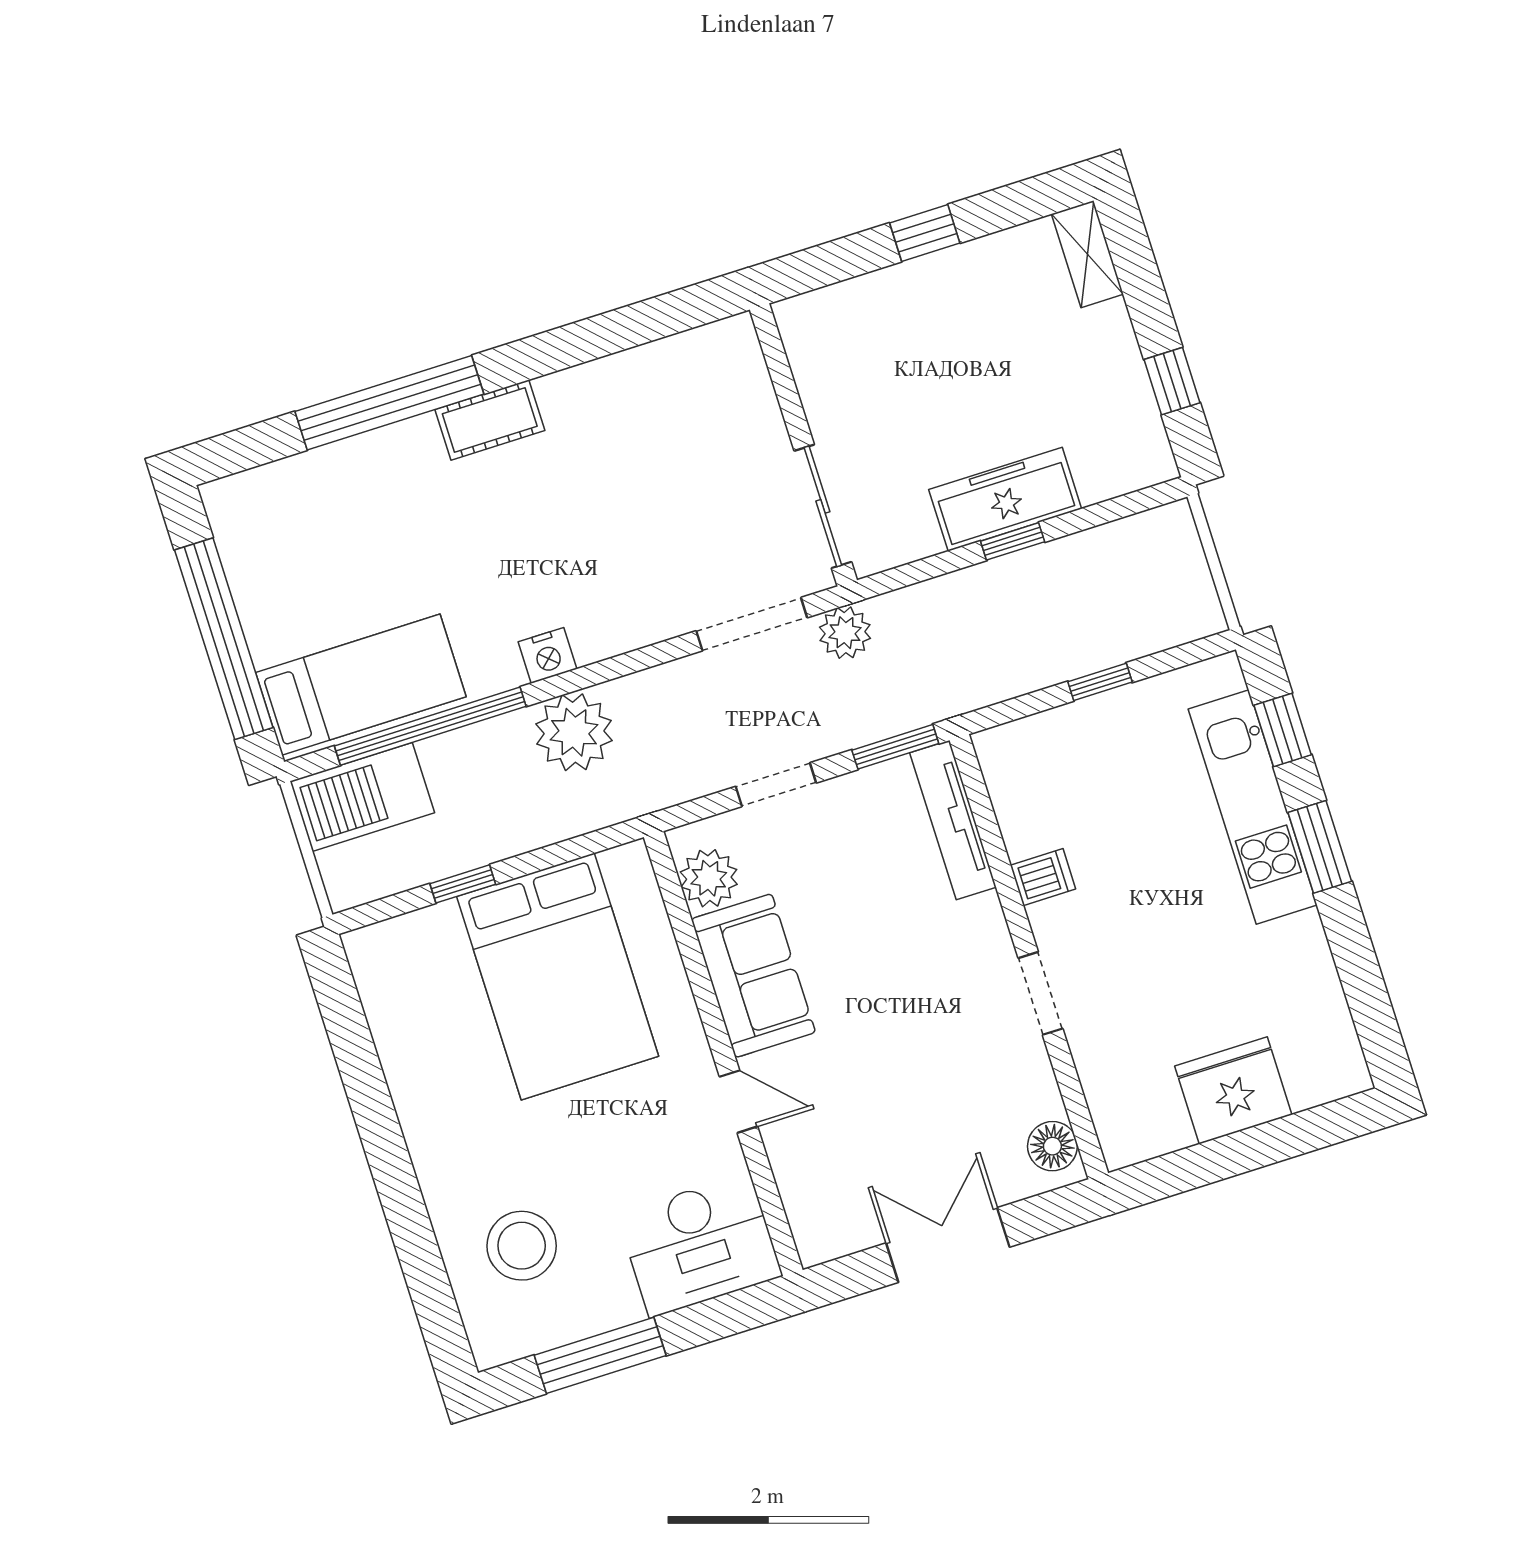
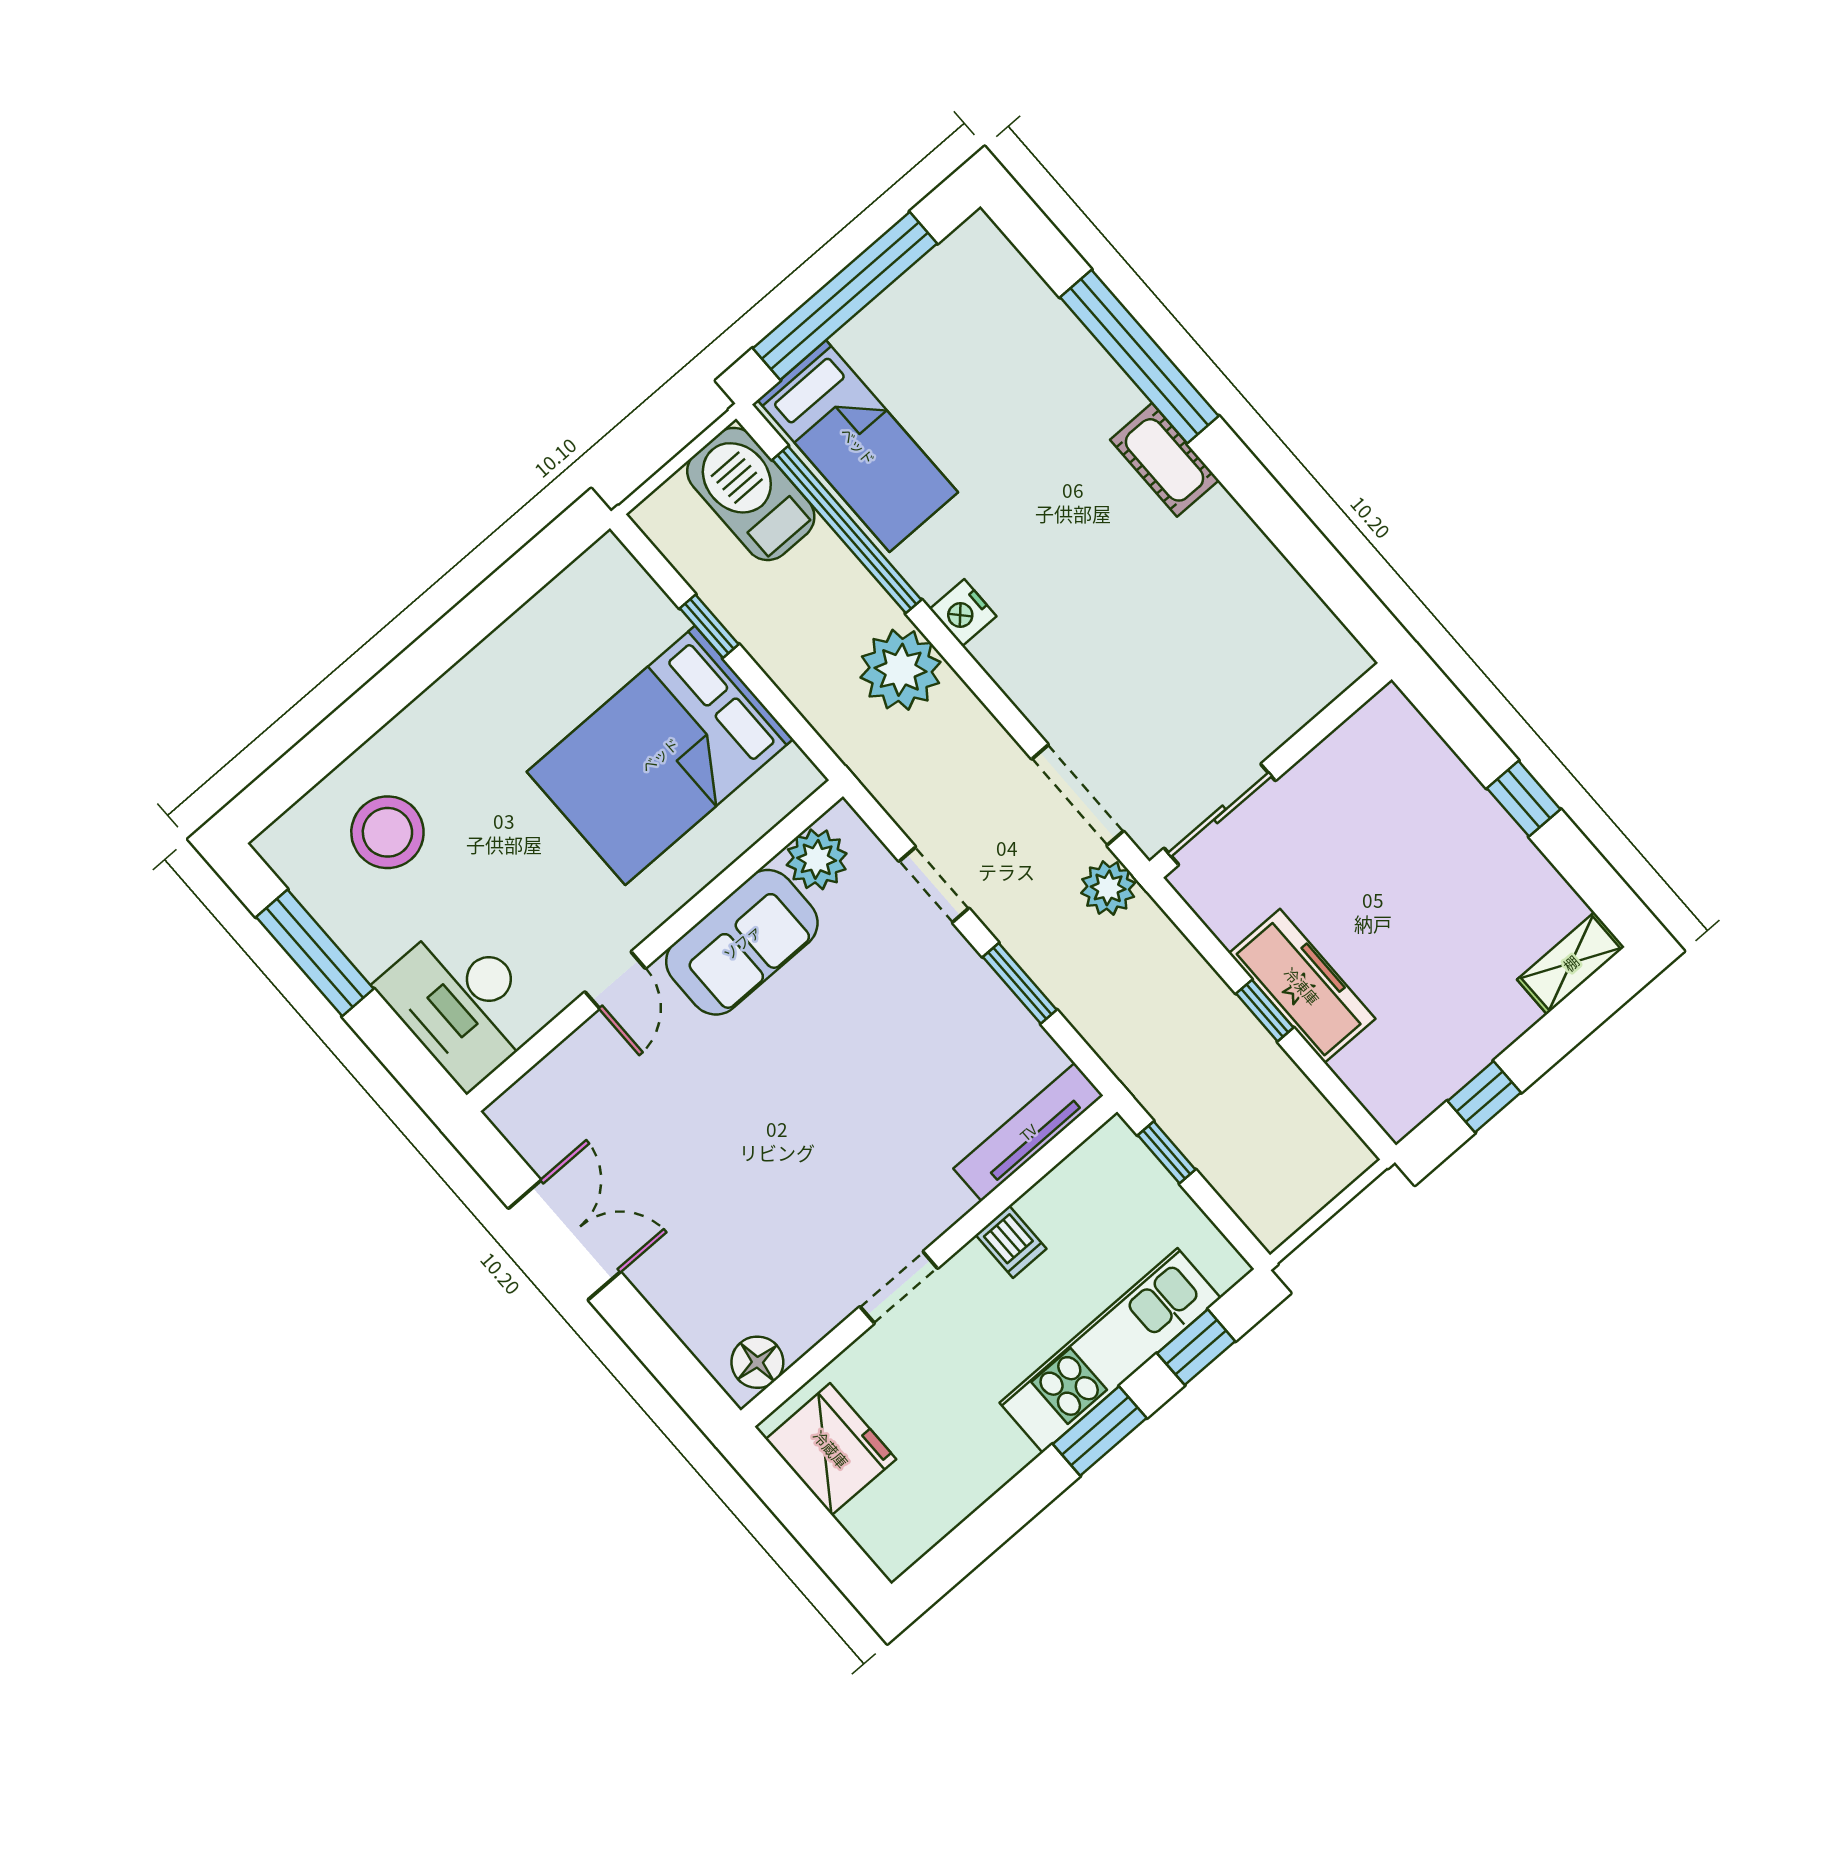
tv unit: (953, 820) -> (1028, 1132), moved
dishwasher: (1043, 877) -> (1011, 1242), moved
wall: (1029, 957) -> (929, 1261), moved
doorway: (1040, 993) -> (899, 1287), moved
floor lamp: (1052, 1146) -> (757, 1362), moved

